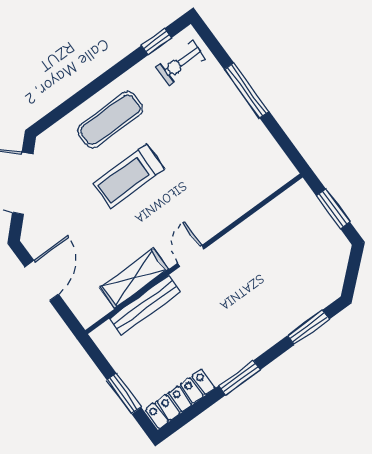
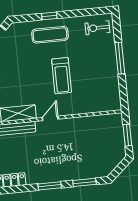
window: (156, 42) -> (49, 16), moved
treadmill: (129, 176) -> (62, 76), moved, turned -90
window: (240, 378) -> (50, 186), moved

